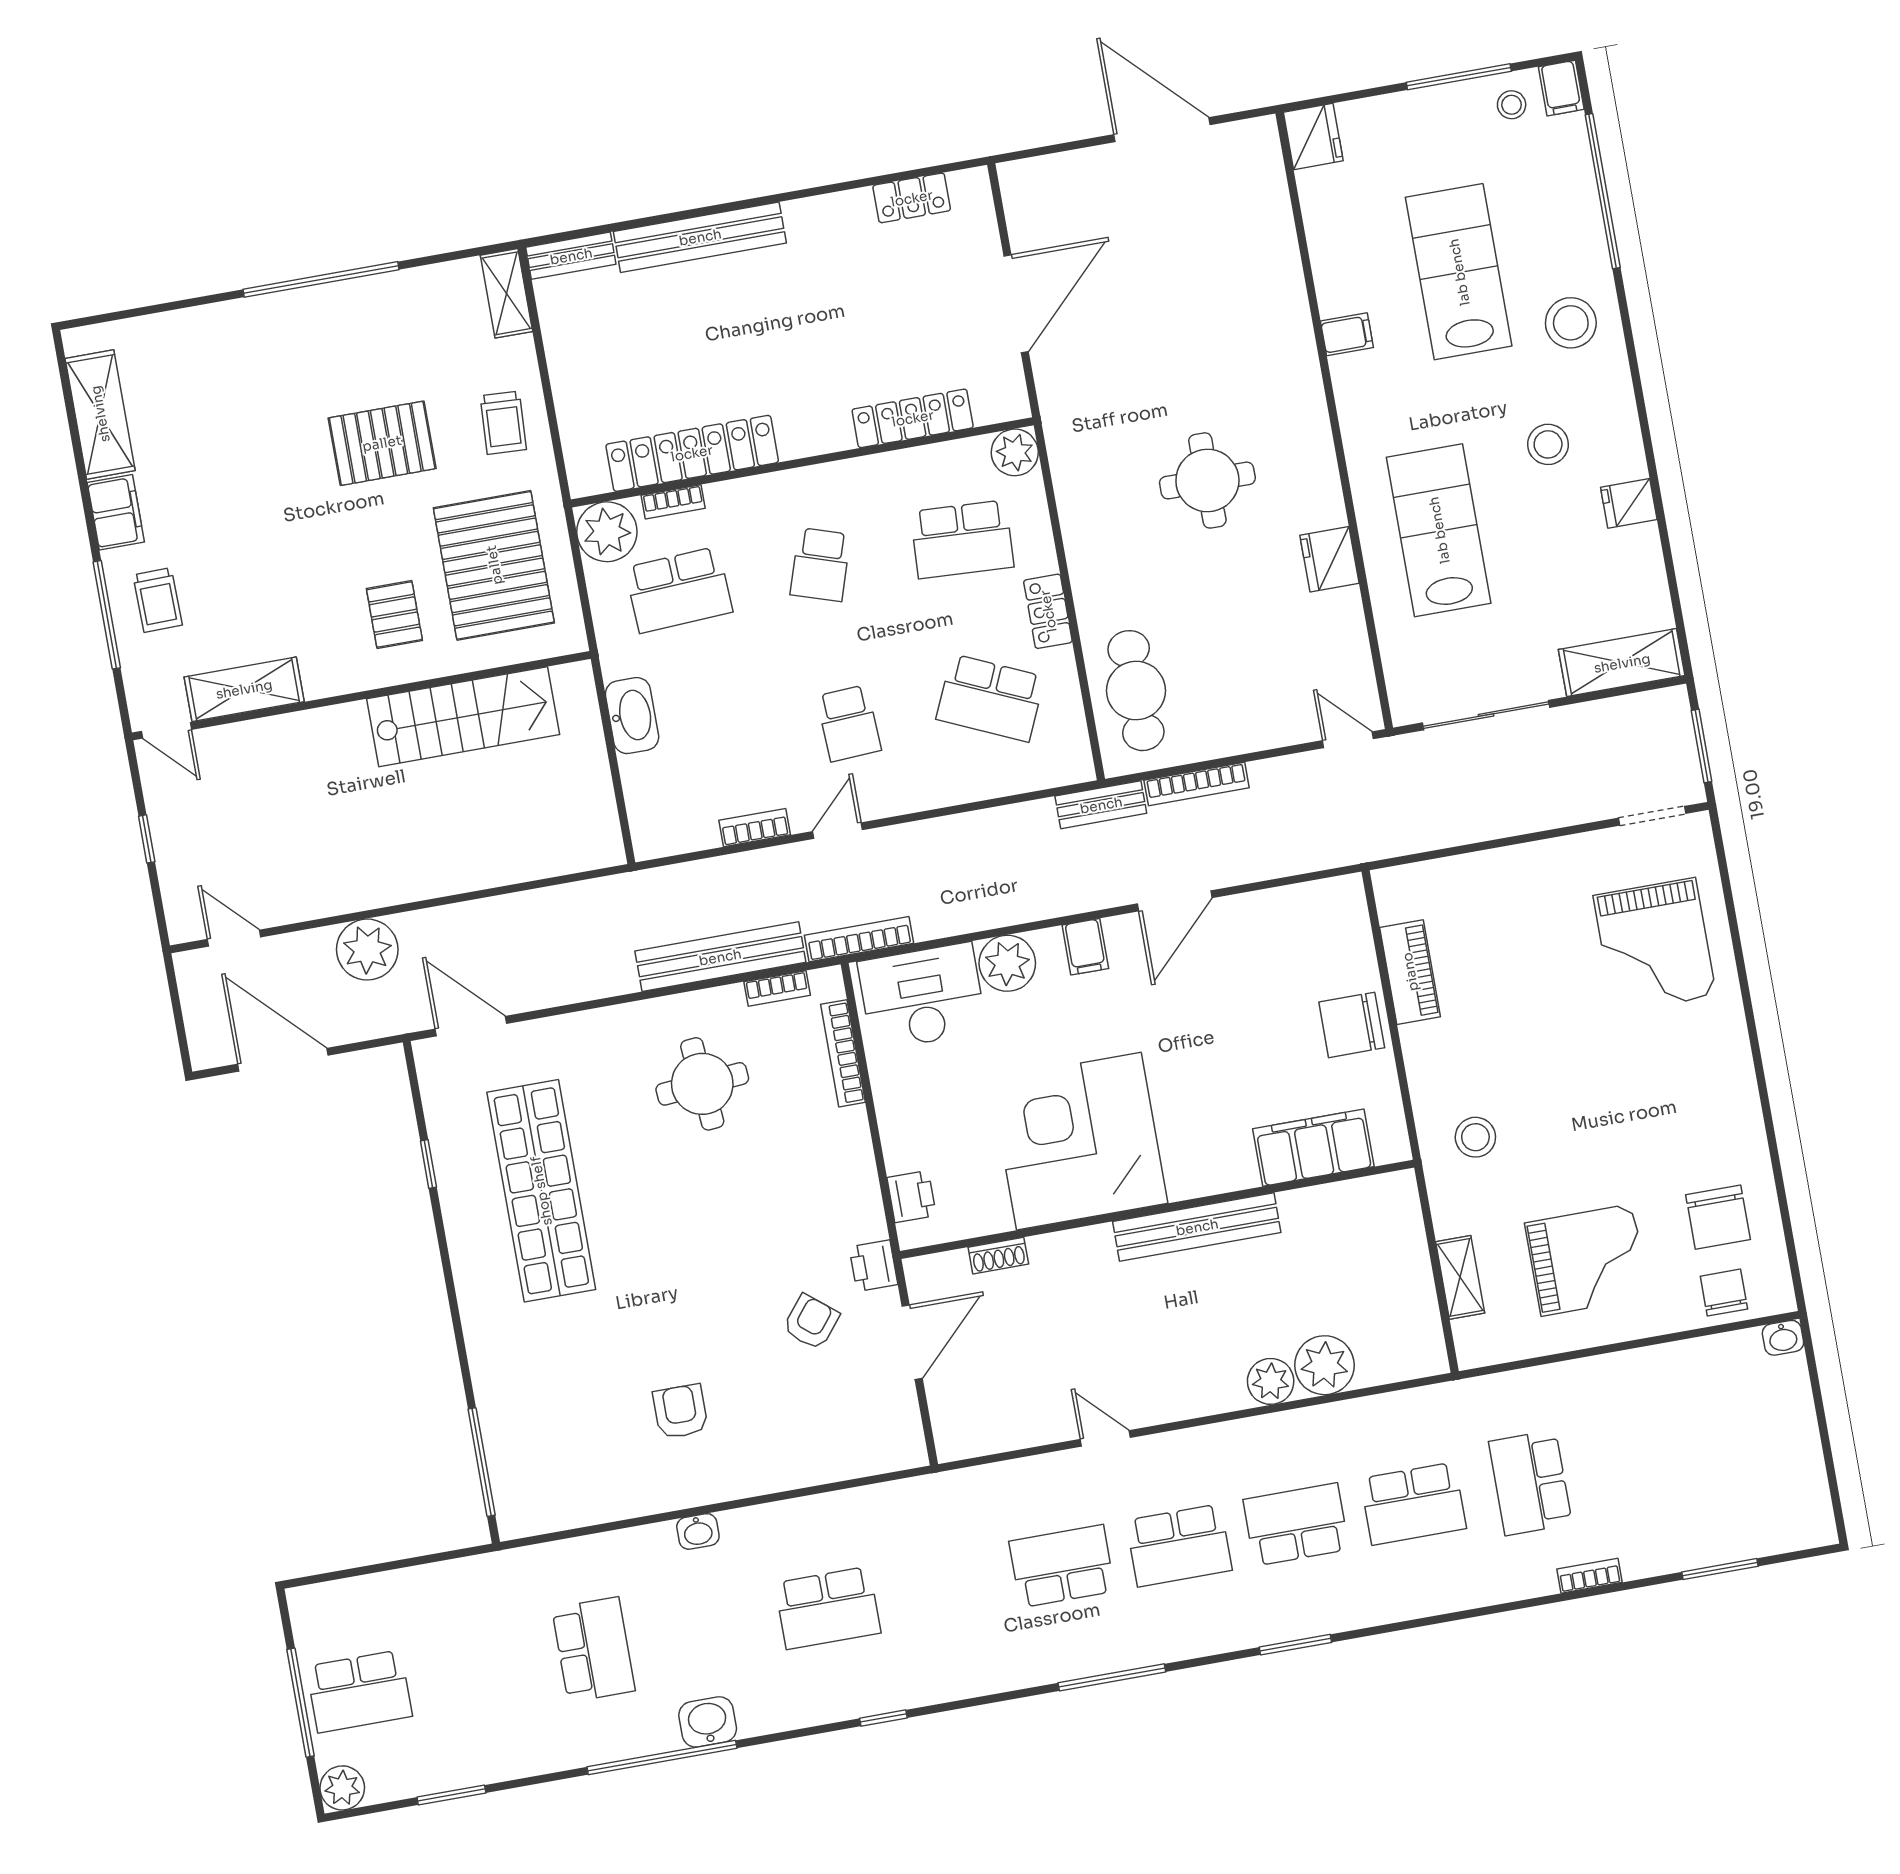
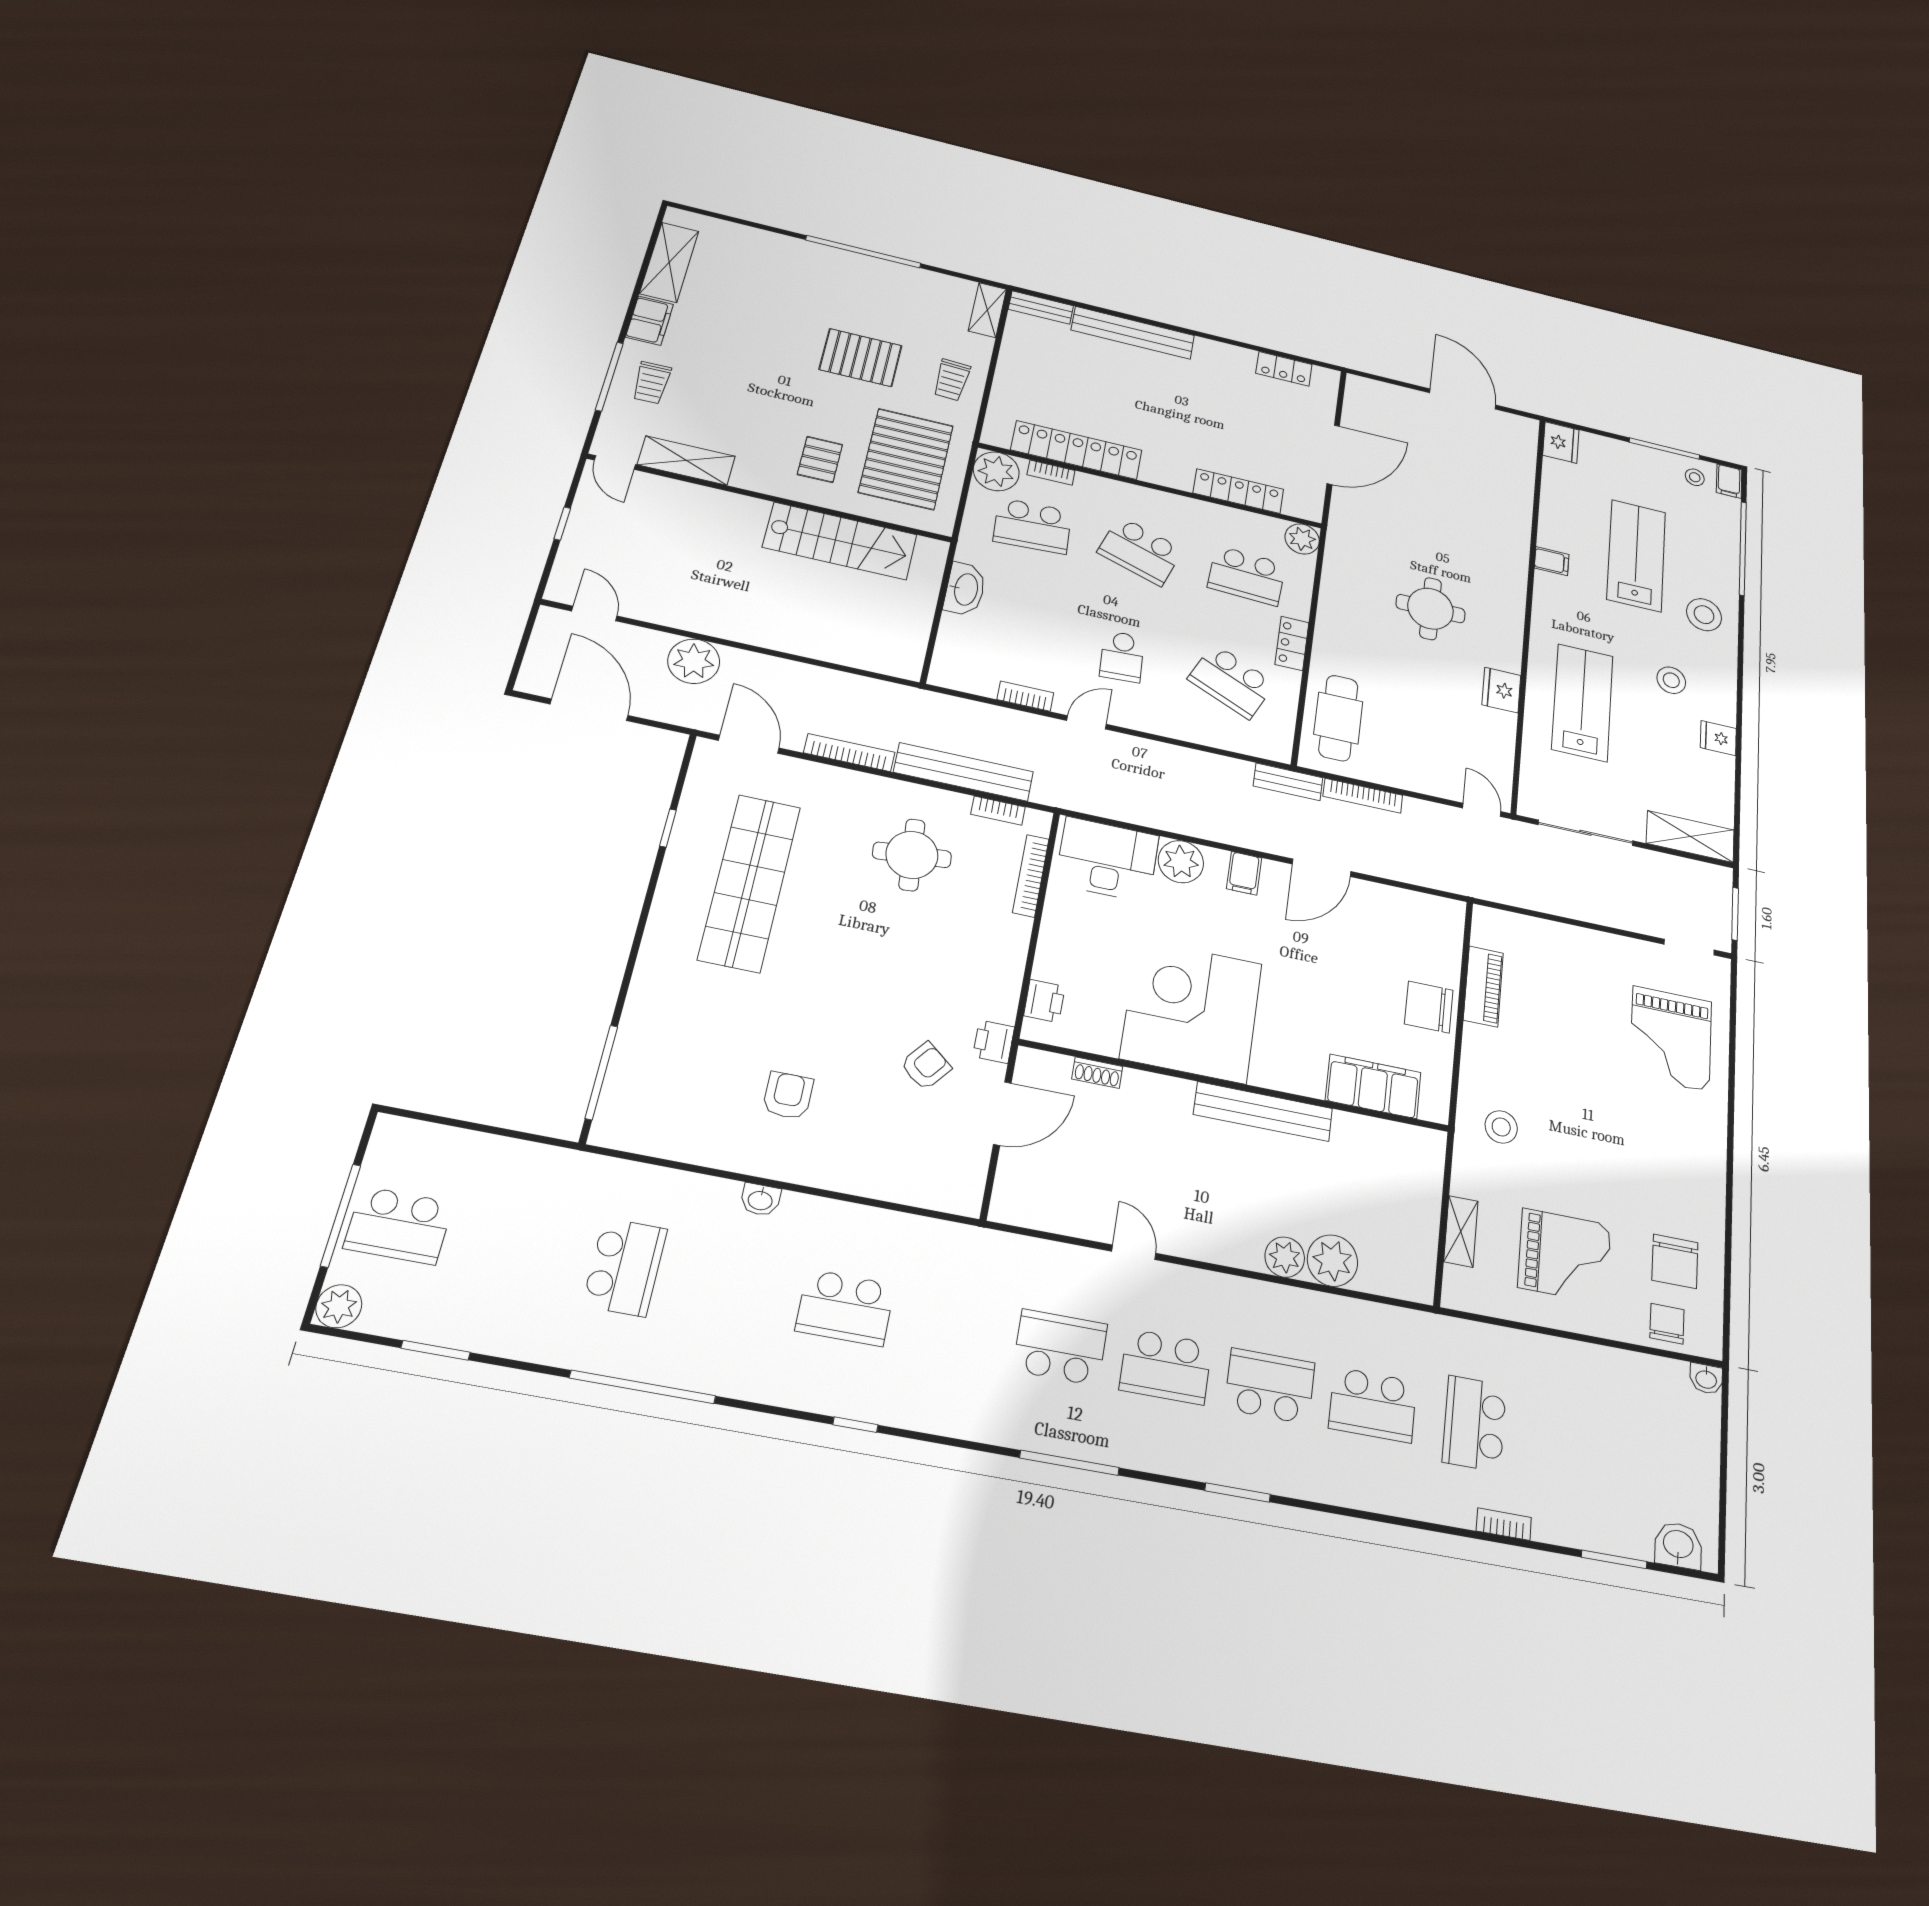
school desk: (820, 565) -> (1140, 551), width x1.85
bookcase: (859, 939) -> (849, 753), moved
washbasin: (708, 1722) -> (1678, 1545), moved

